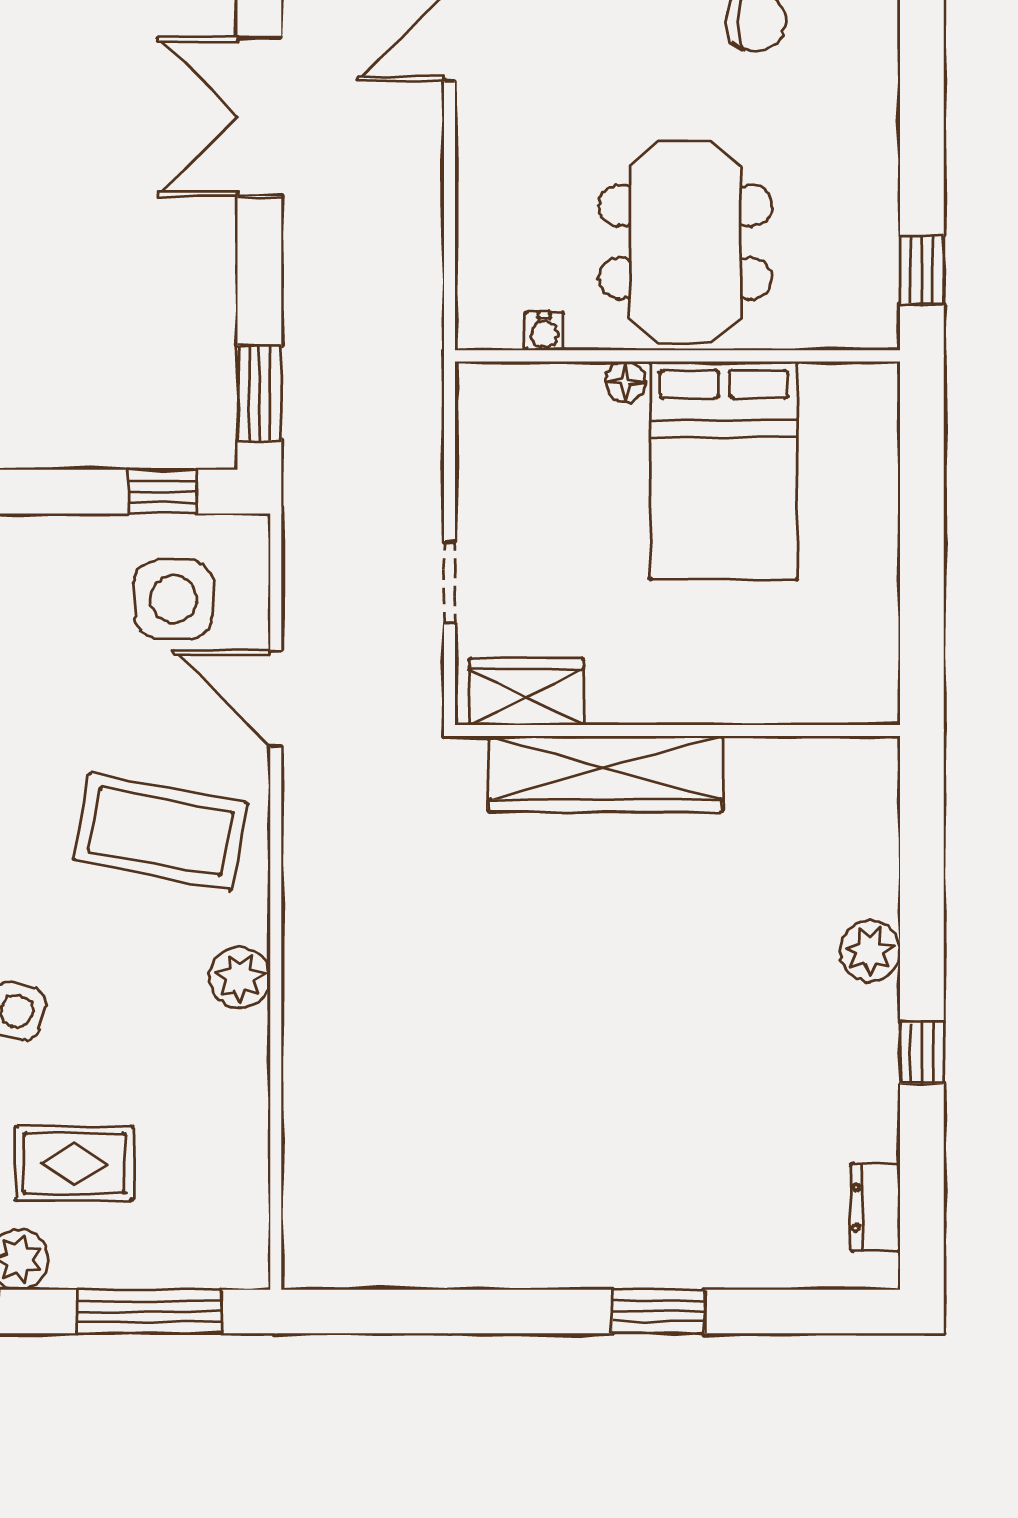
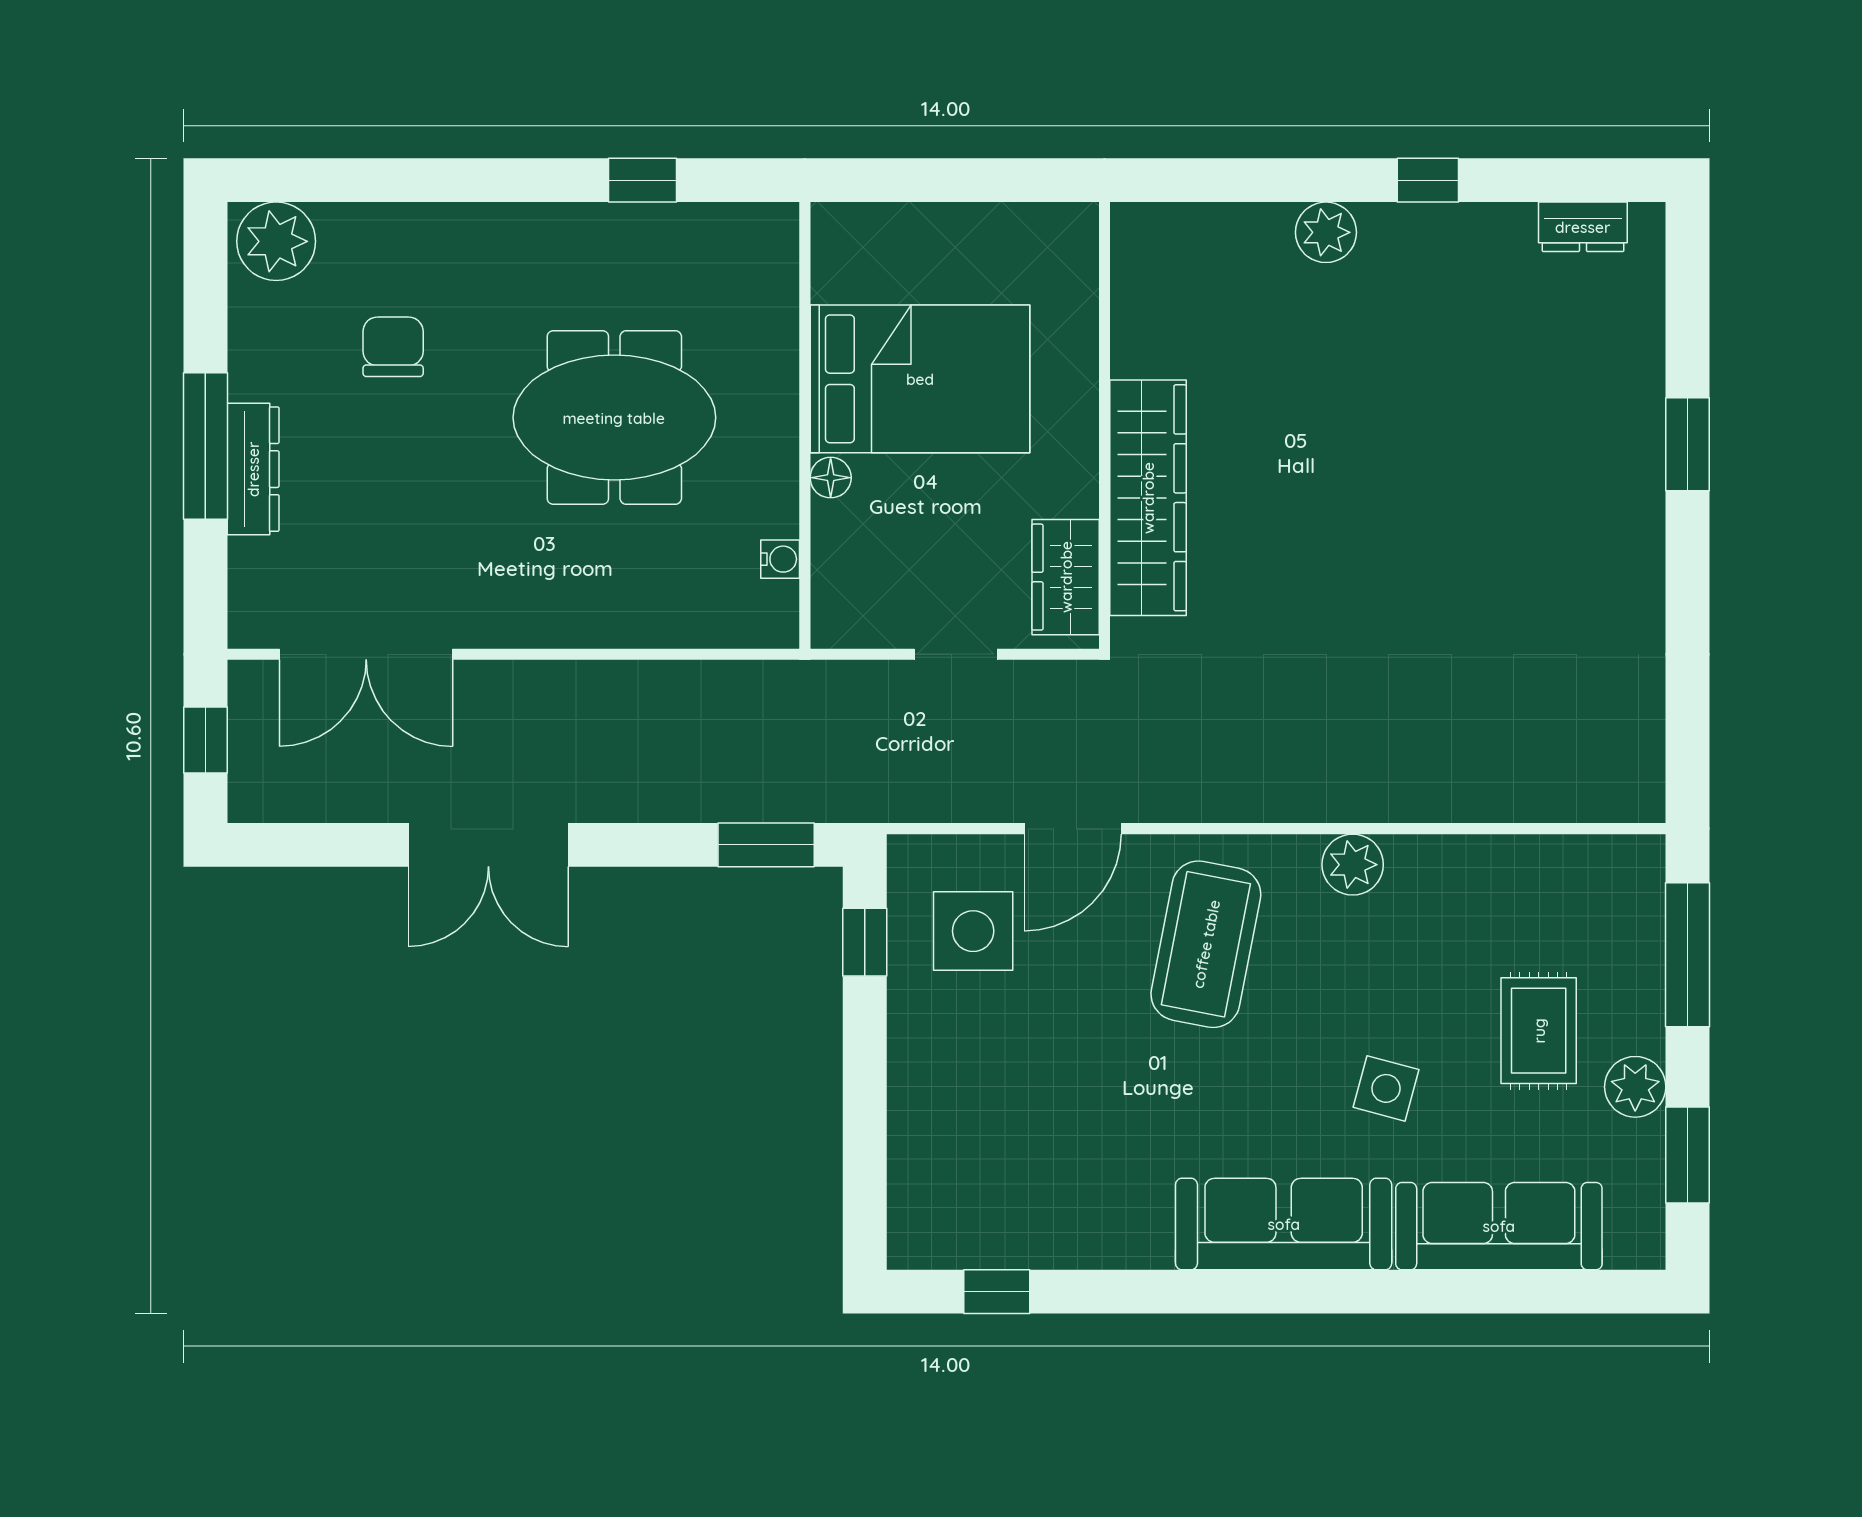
water cooler: (544, 331) -> (780, 559), moved
wall: (678, 356) -> (805, 425), moved
floor lamp: (625, 382) -> (831, 478), moved
bed: (724, 471) -> (920, 379), moved

